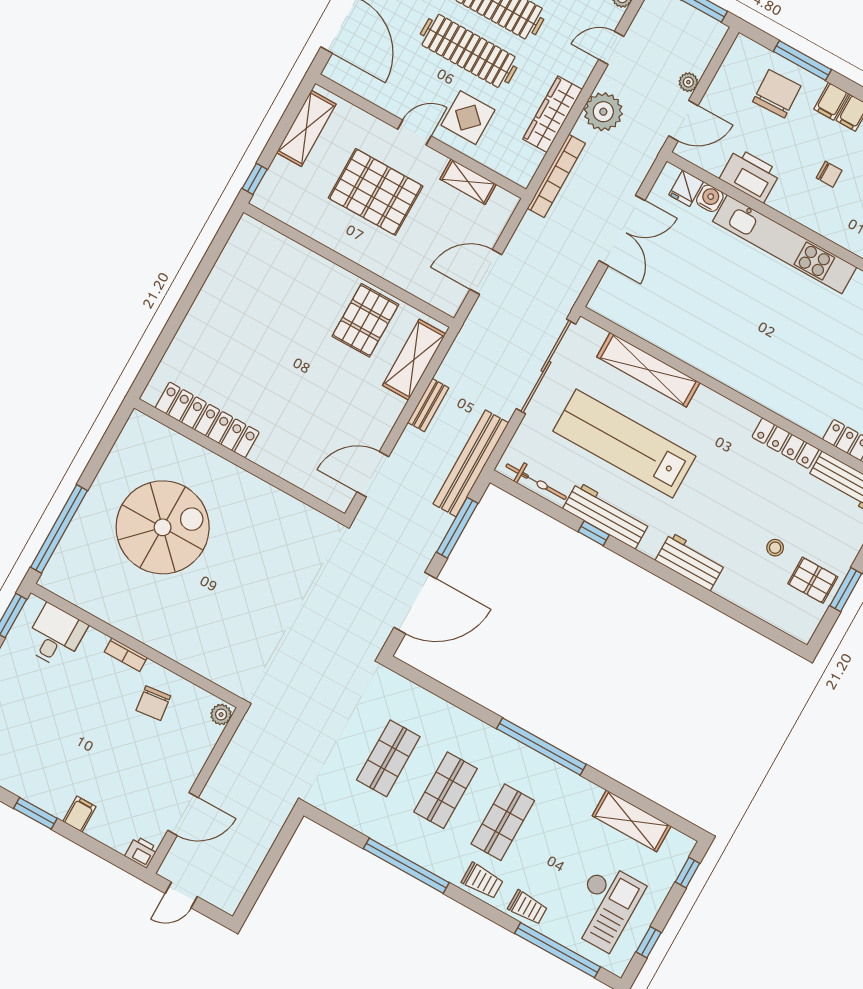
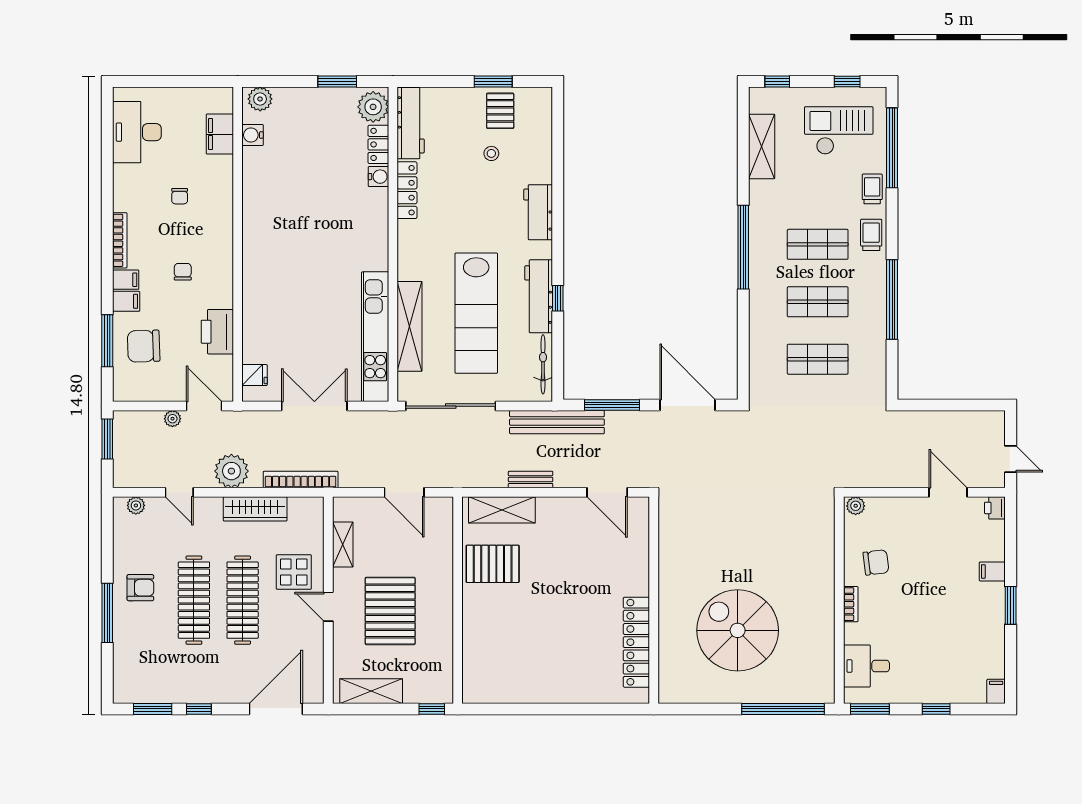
water cooler: (710, 198) -> (378, 177), moved, turned 180
kitchen unit: (785, 244) -> (375, 337), moved, turned 180

